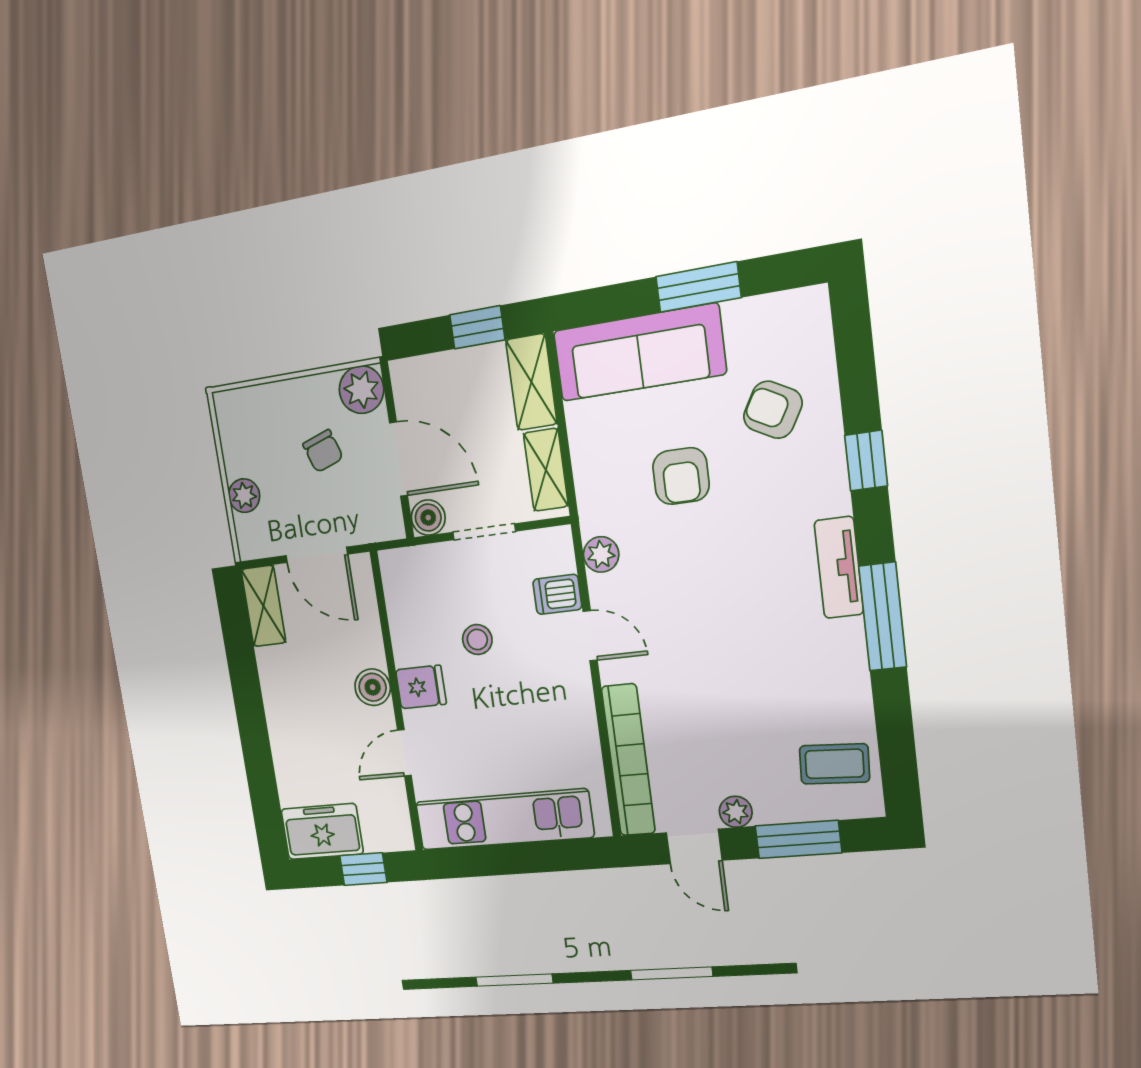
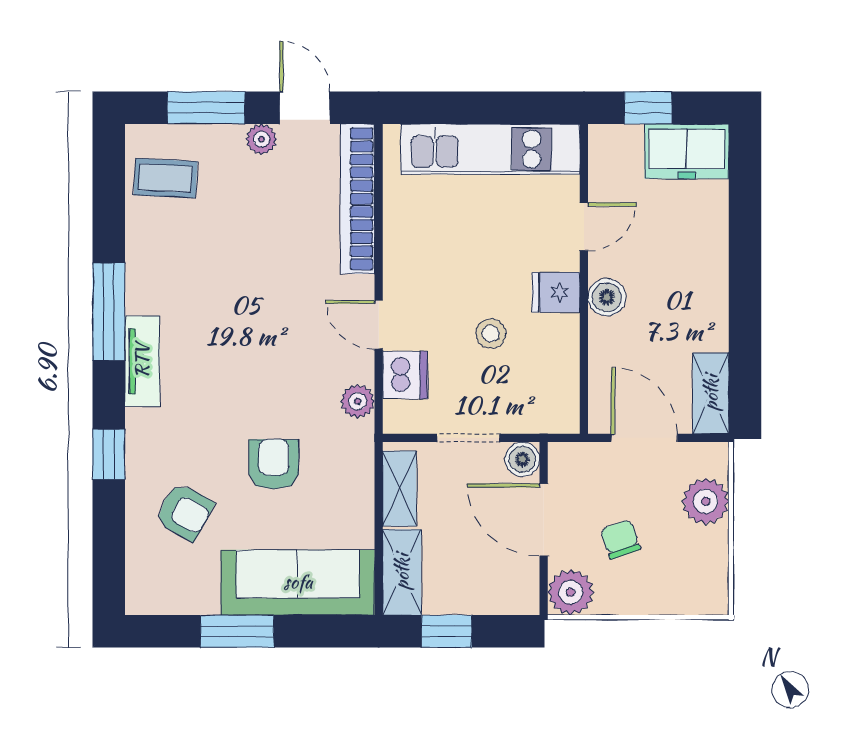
plant: (244, 496) -> (706, 501), width x1.38, depth x1.38
dishwasher: (557, 594) -> (405, 375), width x1.38

